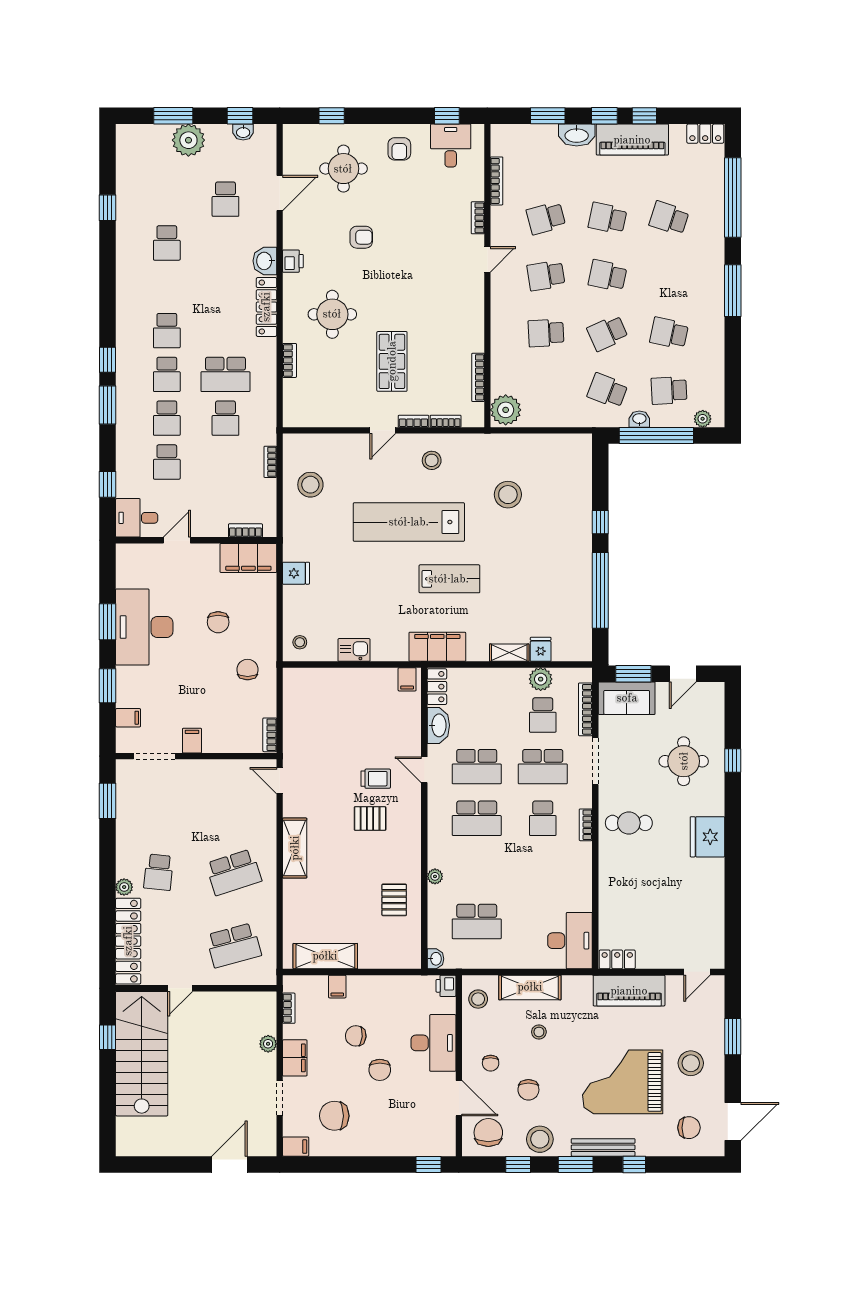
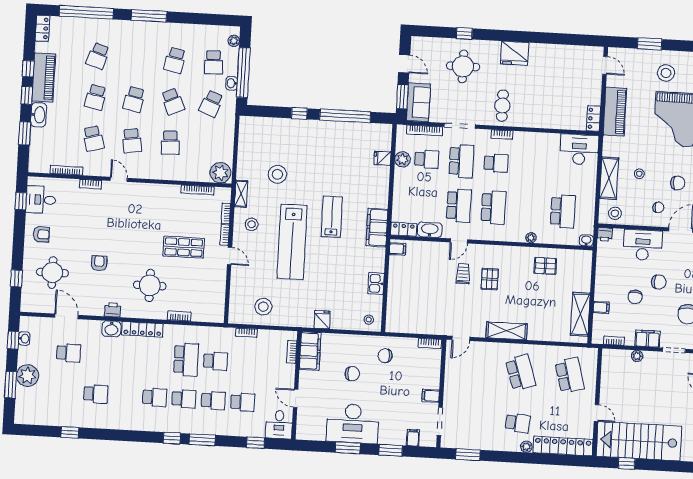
shelving: (509, 653) -> (241, 194), moved

